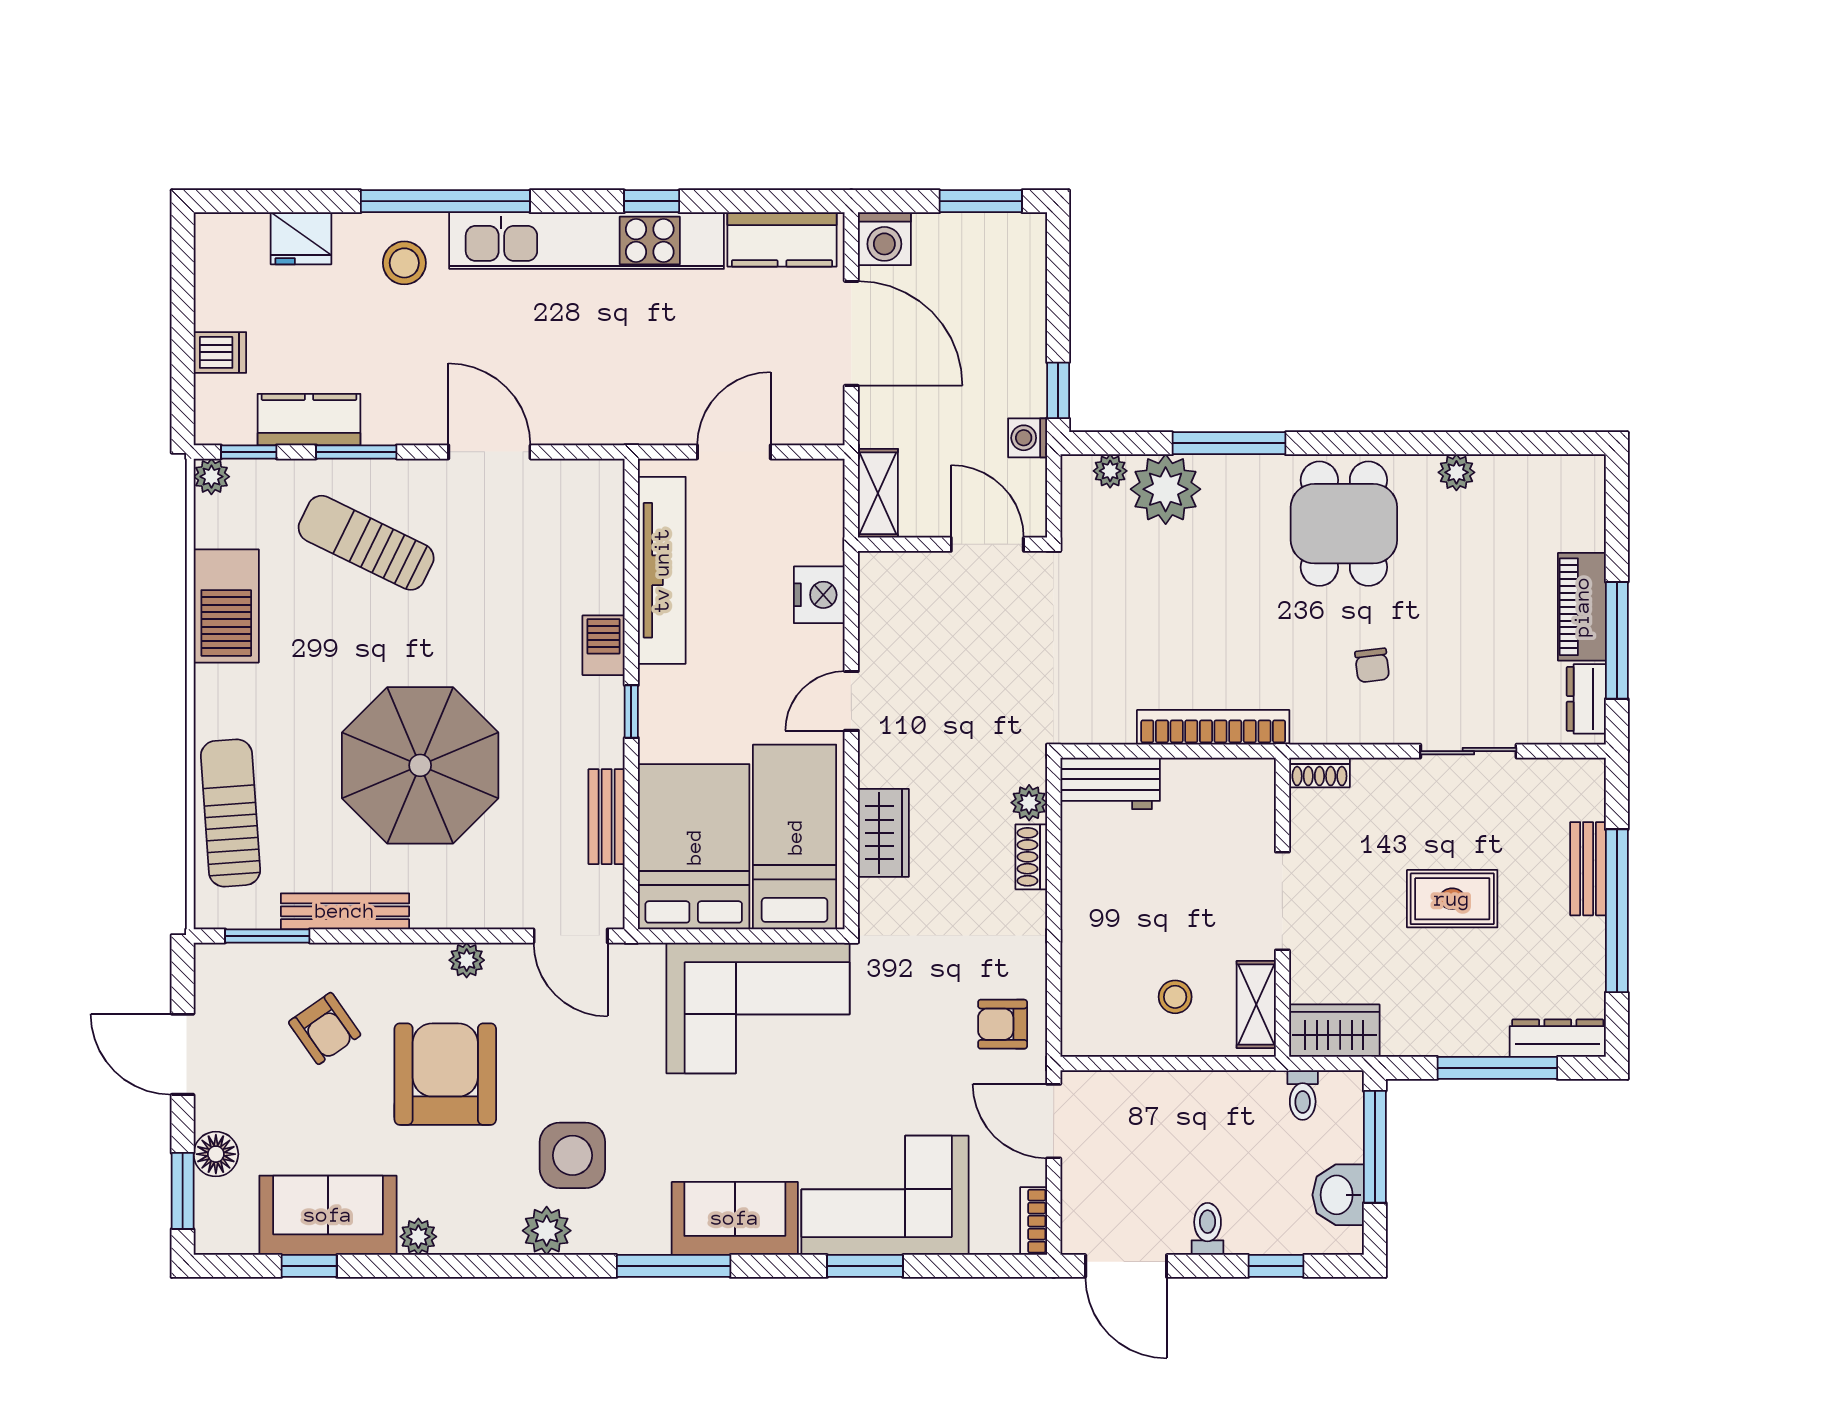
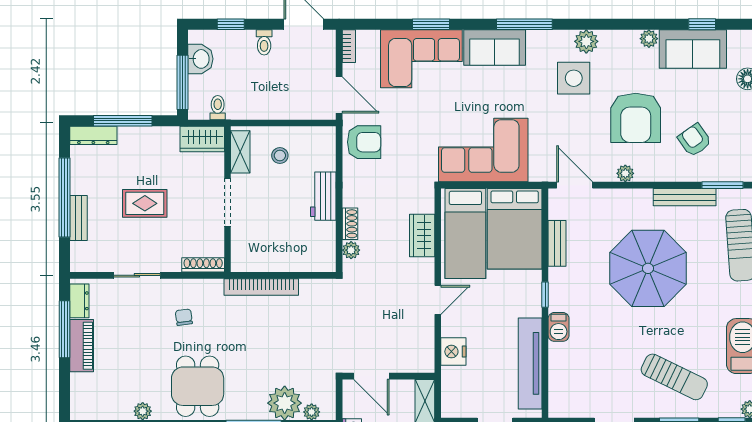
shoe rack: (1319, 772) -> (203, 265), width x1.43
workbench: (1110, 783) -> (323, 196), moved, turned -90
armchair: (1003, 1024) -> (364, 142), width x1.38, depth x1.38

